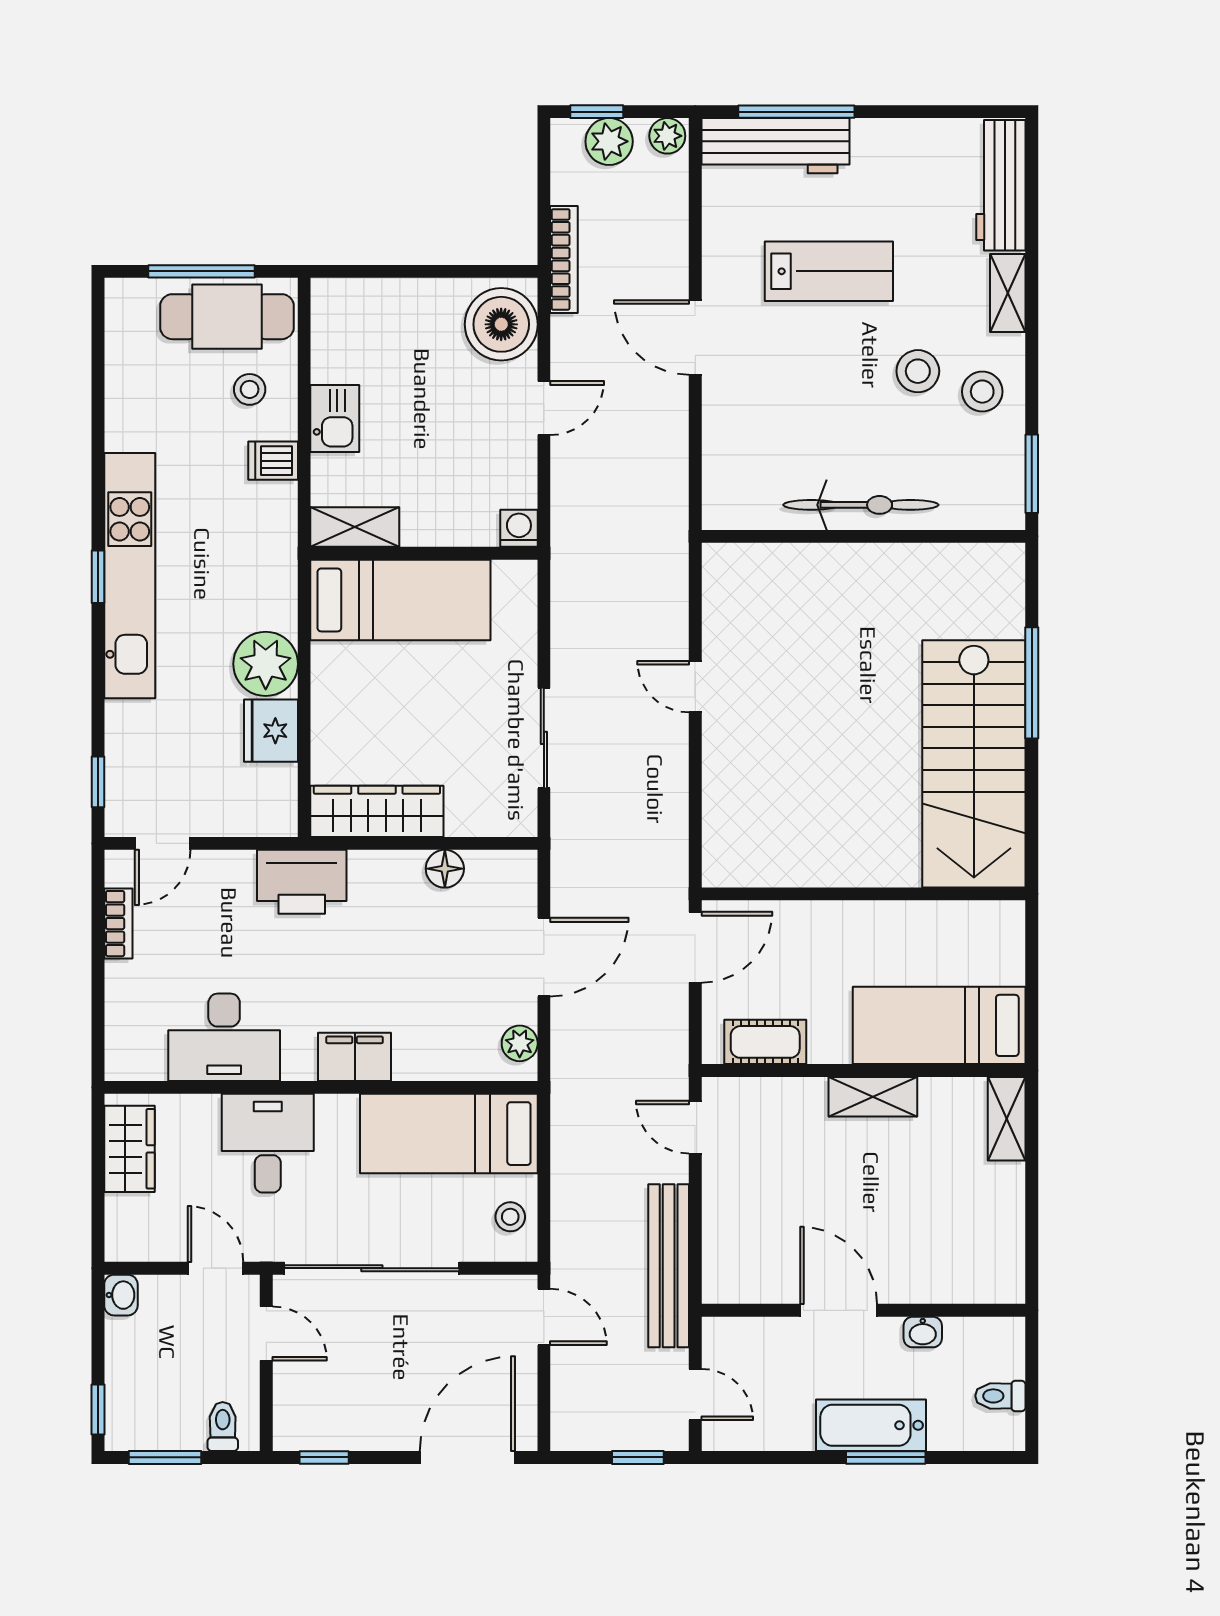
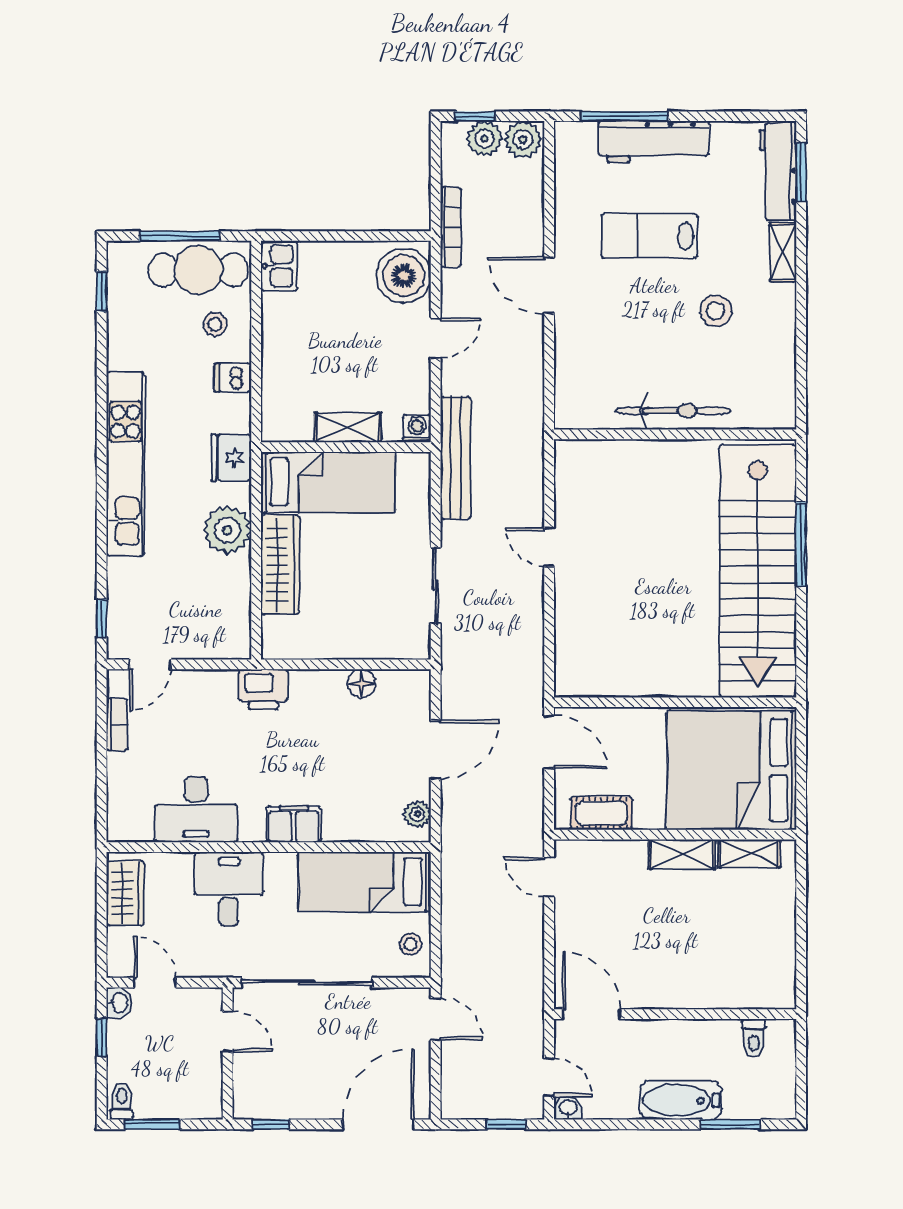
plant: (667, 136) -> (523, 139), width x1.38, depth x1.38
workbench: (775, 146) -> (654, 142), moved
lab bench: (829, 271) -> (649, 236), turned 180
stool: (982, 392) -> (764, 326), removed
kitchen sink: (335, 418) -> (279, 266), moved
window: (1032, 474) -> (801, 172), moved
shelving: (355, 527) -> (348, 427), moved
window: (98, 577) -> (102, 291), moved
fridge: (271, 731) -> (231, 458), moved
stairs: (974, 764) -> (758, 571), width x1.36
wardrobe: (377, 811) -> (280, 565), moved, turned 90
printer: (302, 882) -> (263, 689), width x0.73, depth x0.84
door: (695, 947) -> (549, 742), hinge flipped
bed: (939, 1025) -> (732, 770), width x2.04
shelving: (1007, 1119) -> (749, 853), moved, turned 90
bench: (669, 1266) -> (456, 458), moved
door: (216, 1268) -> (155, 983), moved
door: (839, 1310) -> (592, 1014), moved
washbasin: (923, 1332) -> (568, 1108), moved, turned 180
toilet: (1000, 1396) -> (754, 1038), moved, turned -90
window: (98, 1410) -> (102, 1037), moved
toilet: (223, 1427) -> (122, 1101), moved
window: (886, 1457) -> (730, 1124), moved

